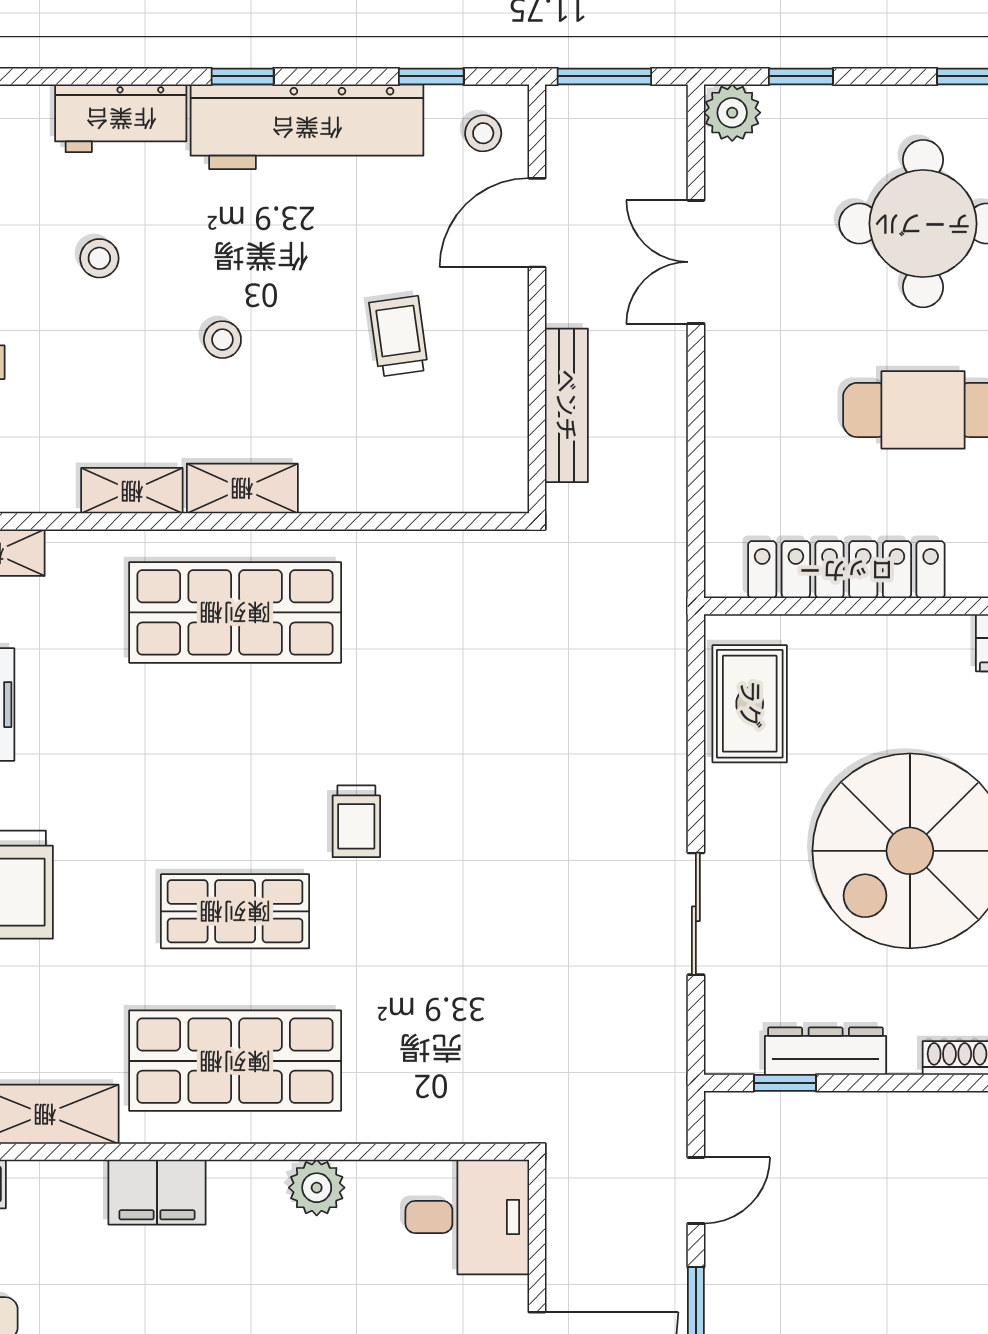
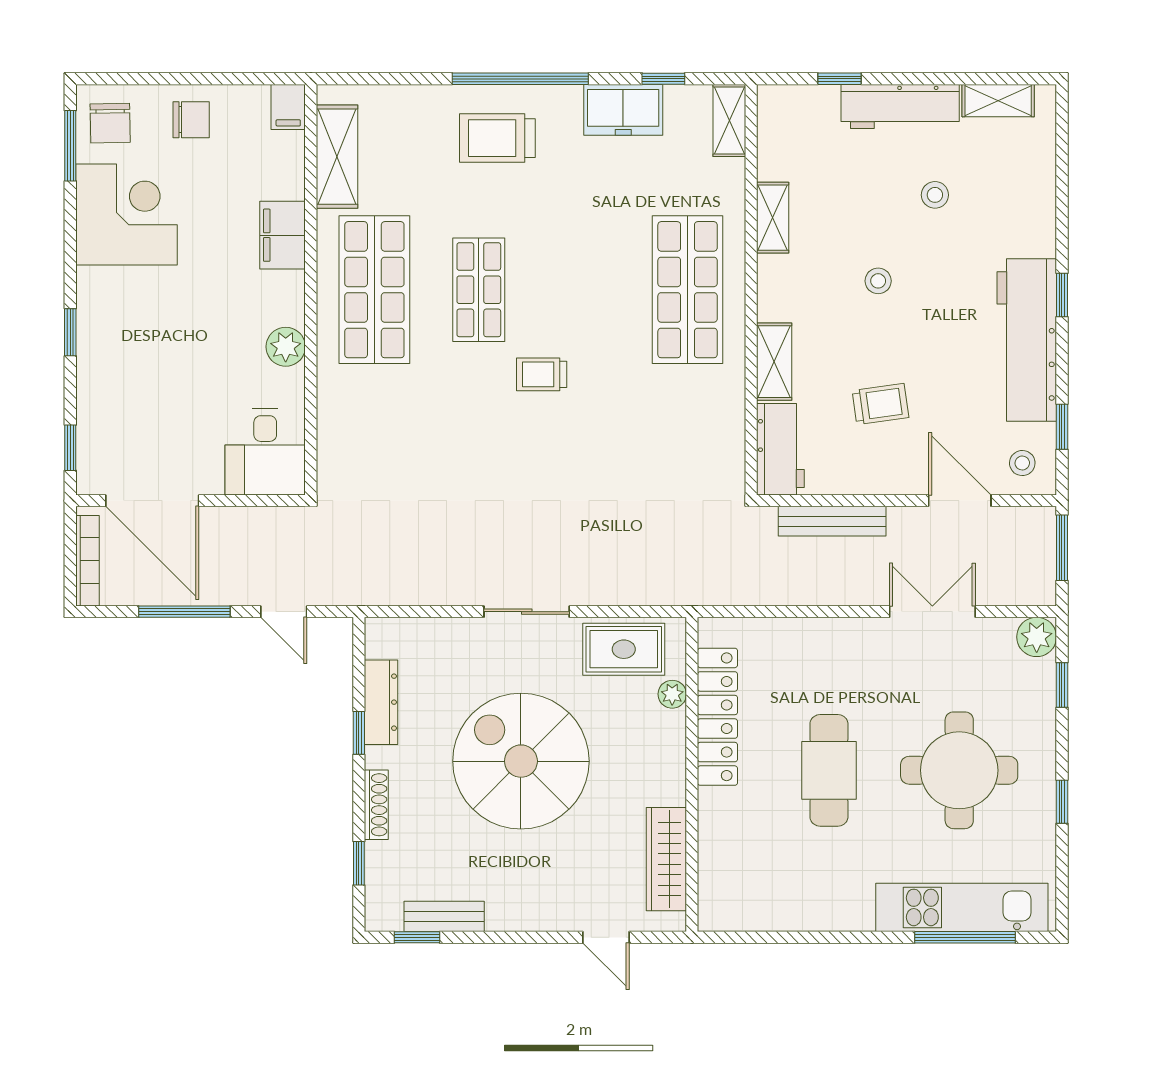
workbench: (121, 118) -> (780, 449), moved, turned 180
shelving: (242, 488) -> (774, 362), moved
plant: (814, 634) -> (672, 694), added
sliding door: (696, 914) -> (527, 612), moved
window: (785, 1083) -> (359, 733), moved

